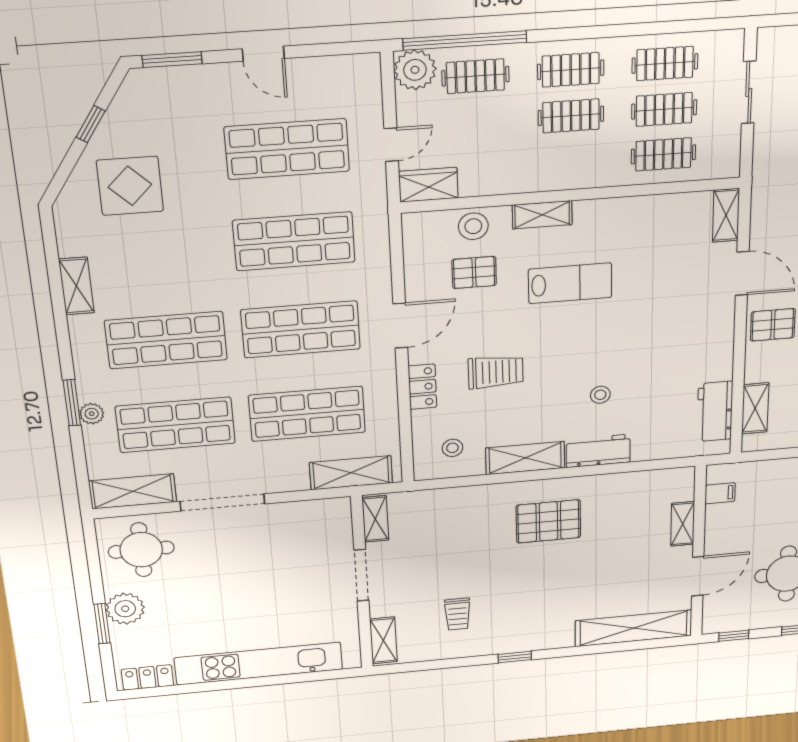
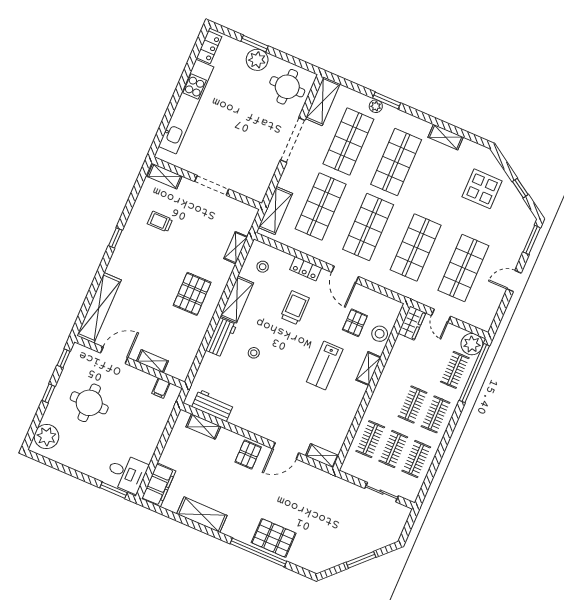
trolley: (496, 372) -> (295, 308), turned 180
shelving: (375, 519) -> (236, 248), moved, turned 90
door: (698, 576) -> (114, 355), swing flipped

